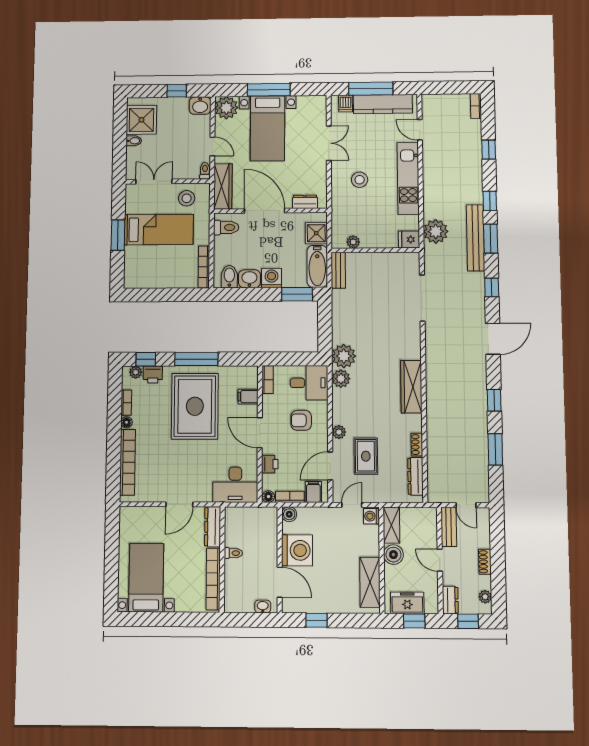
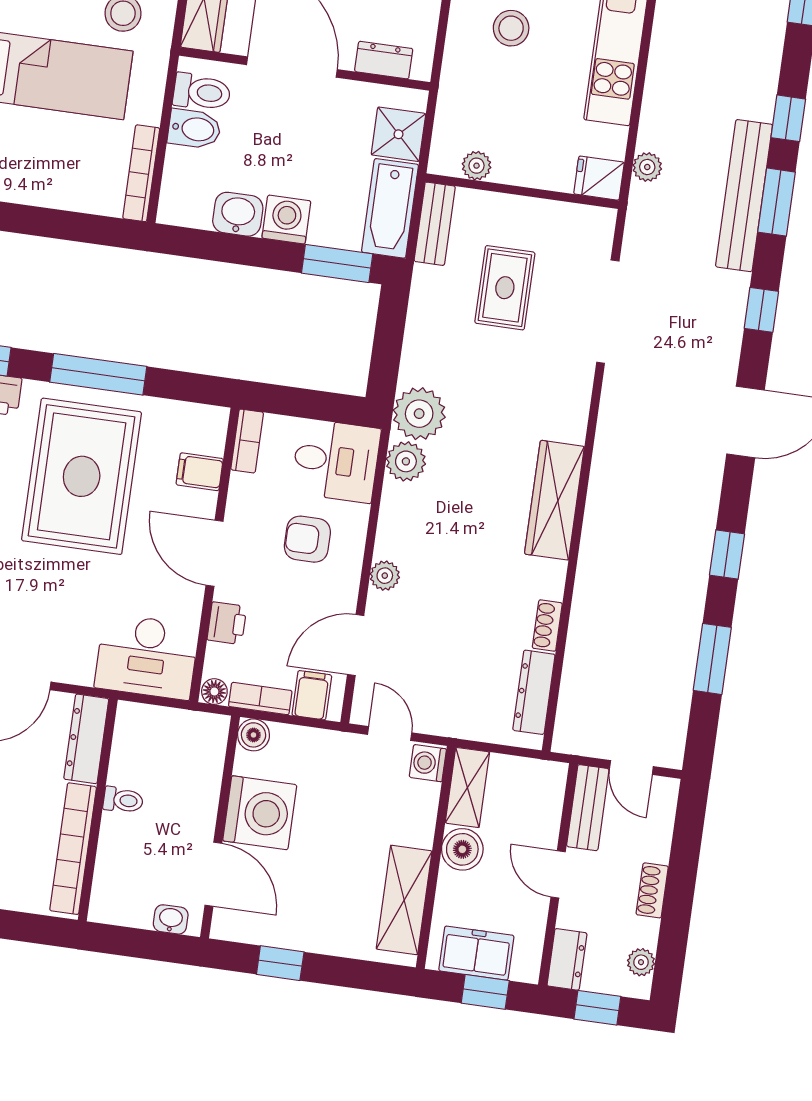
plant: (436, 231) -> (647, 167), width x0.53, depth x0.53
bidet: (229, 277) -> (194, 129), moved, turned 90
rug: (366, 456) -> (505, 288), moved
door: (352, 505) -> (390, 734), hinge flipped

